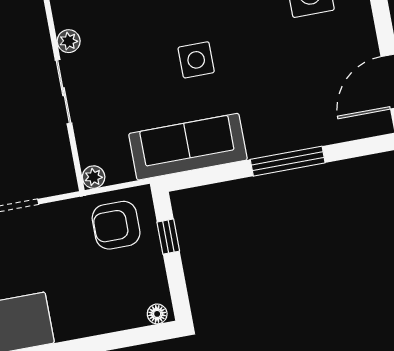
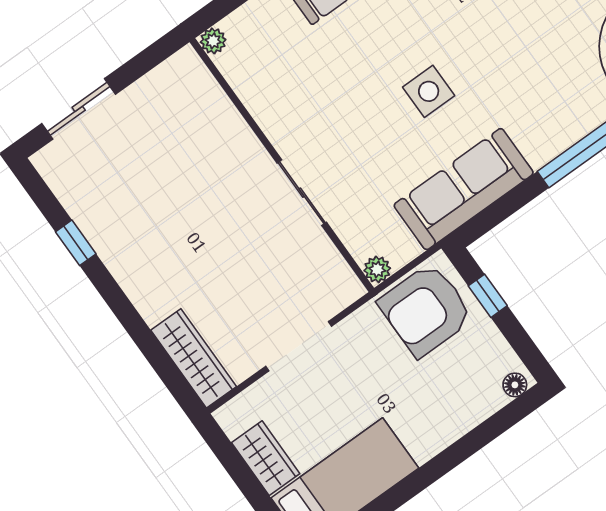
plant: (69, 41) -> (282, 136), removed
armchair: (116, 225) -> (426, 310), width x1.36, depth x1.36

